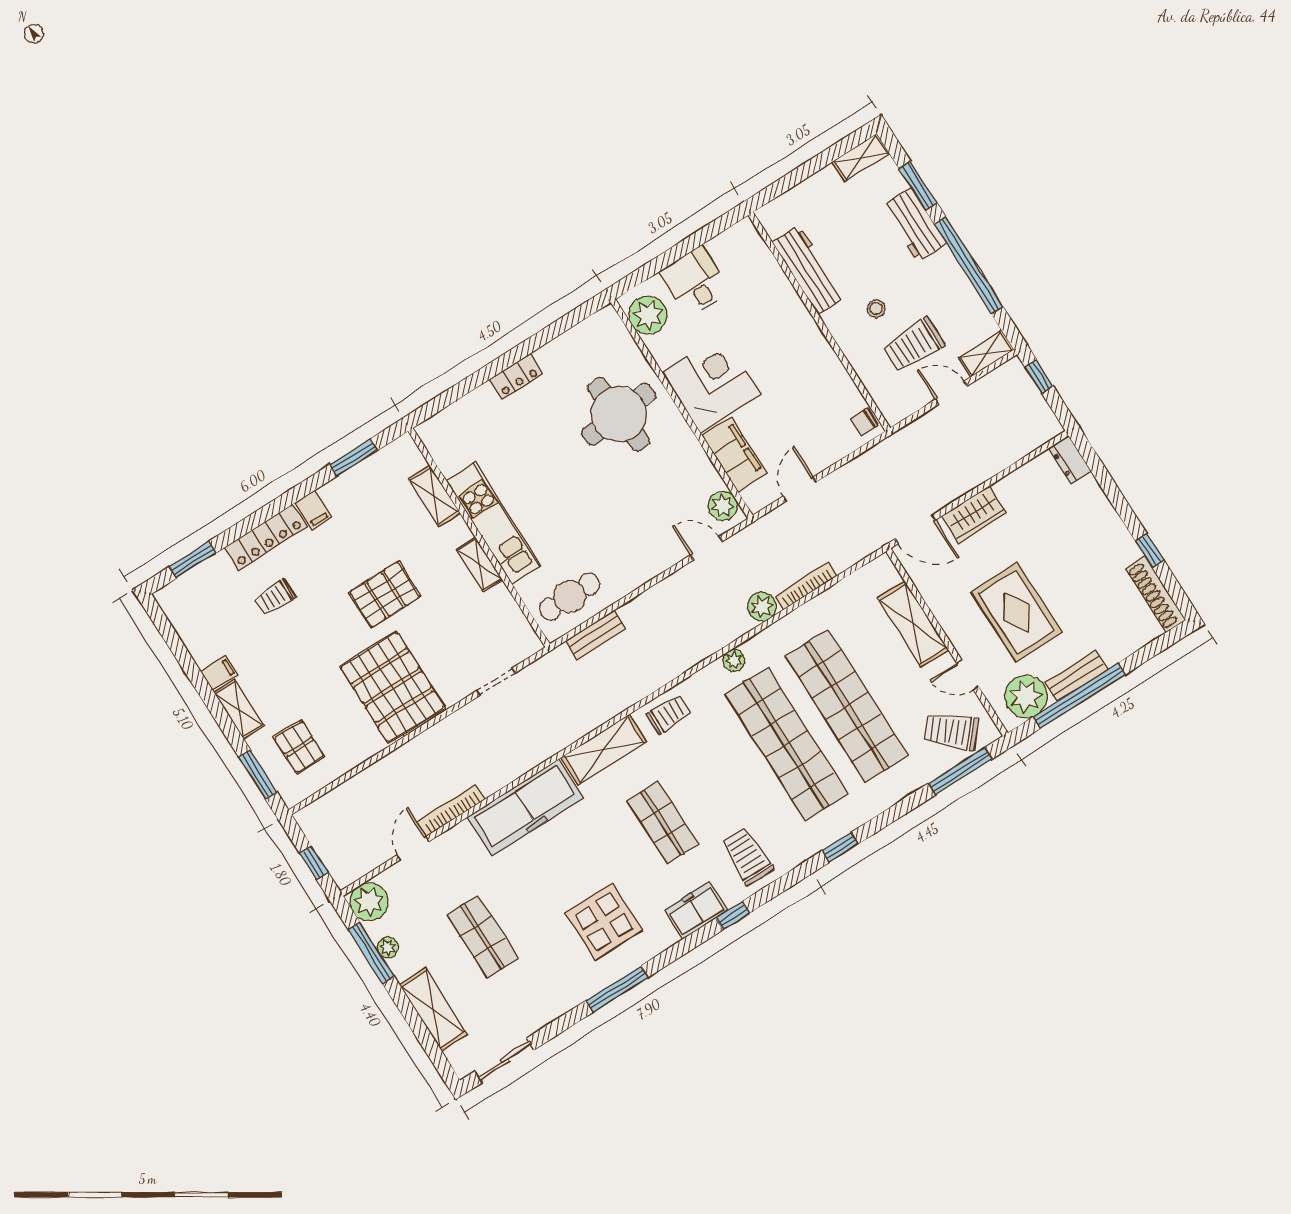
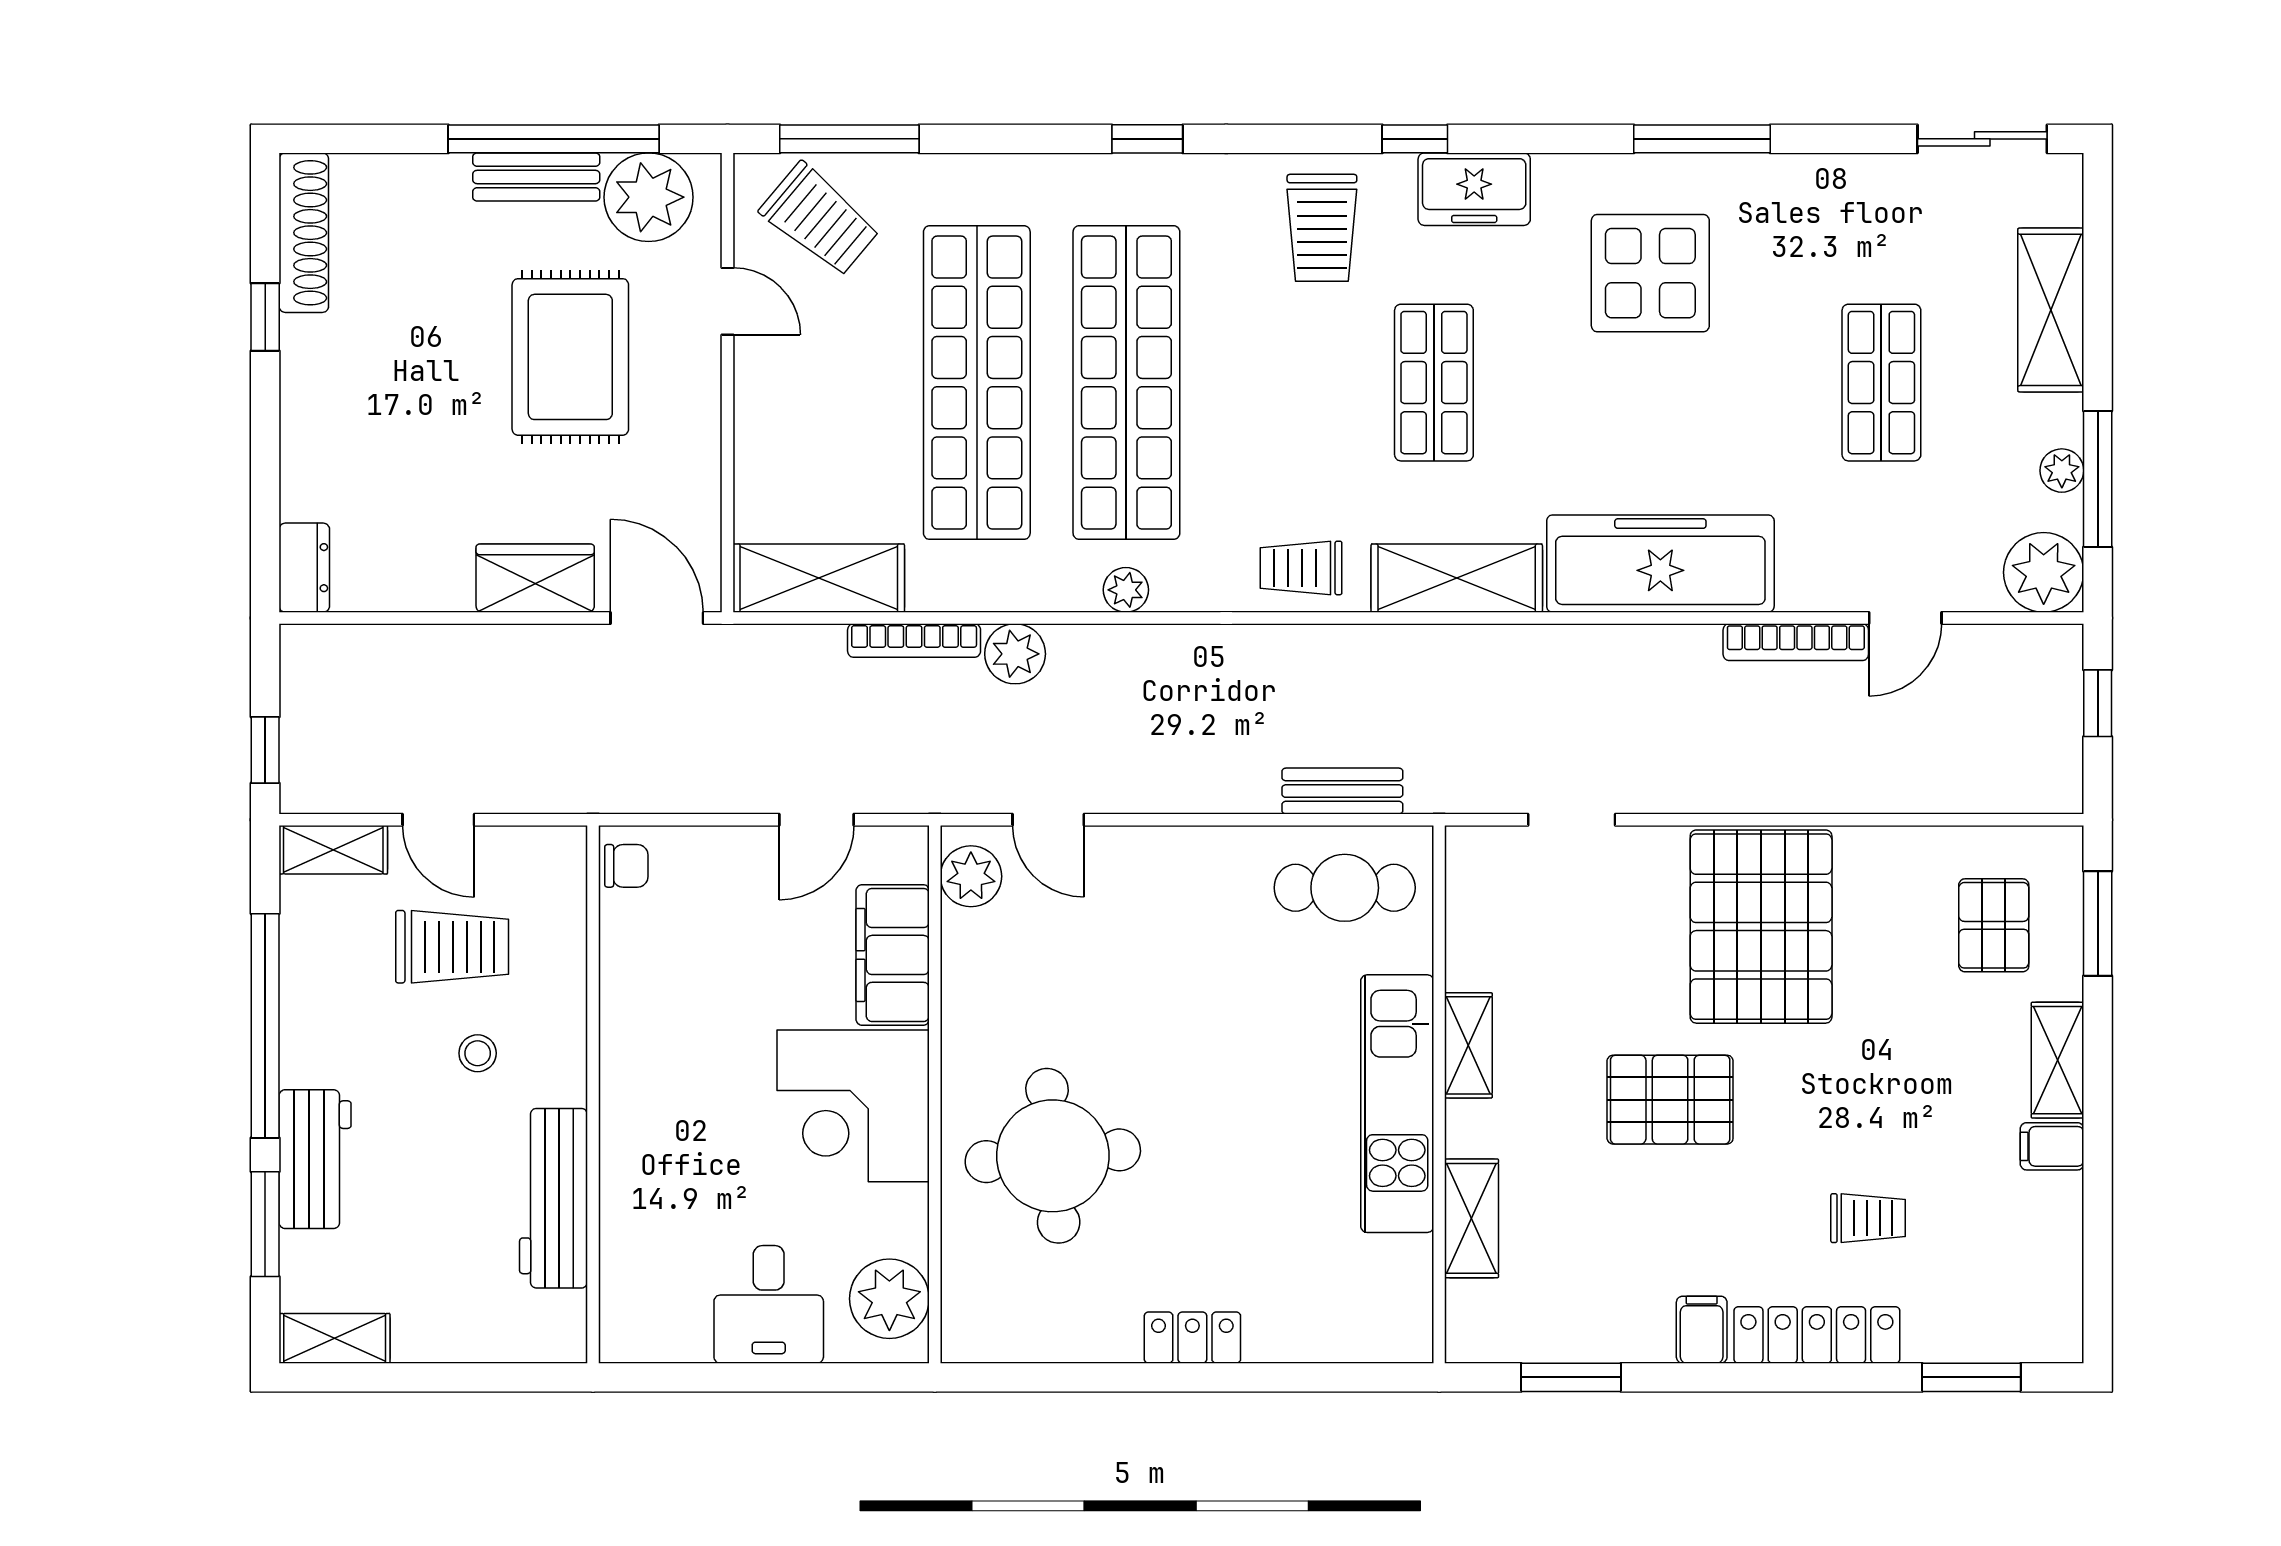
shelving: (913, 624) -> (819, 578), moved, turned 90

